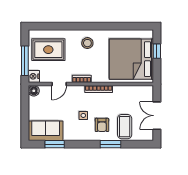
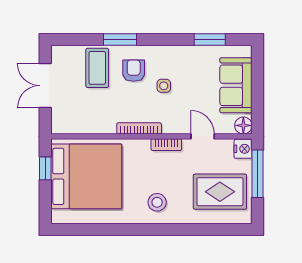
window: (157, 51) -> (45, 168), moved
door: (59, 84) -> (203, 136), hinge flipped
double door: (157, 116) -> (45, 86), swing flipped
sofa: (46, 131) -> (236, 85), moved, turned 90

